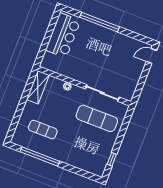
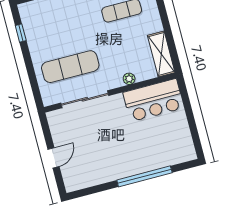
bar counter: (63, 35) -> (153, 100), moved, turned -90
door: (151, 56) -> (54, 158), moved

